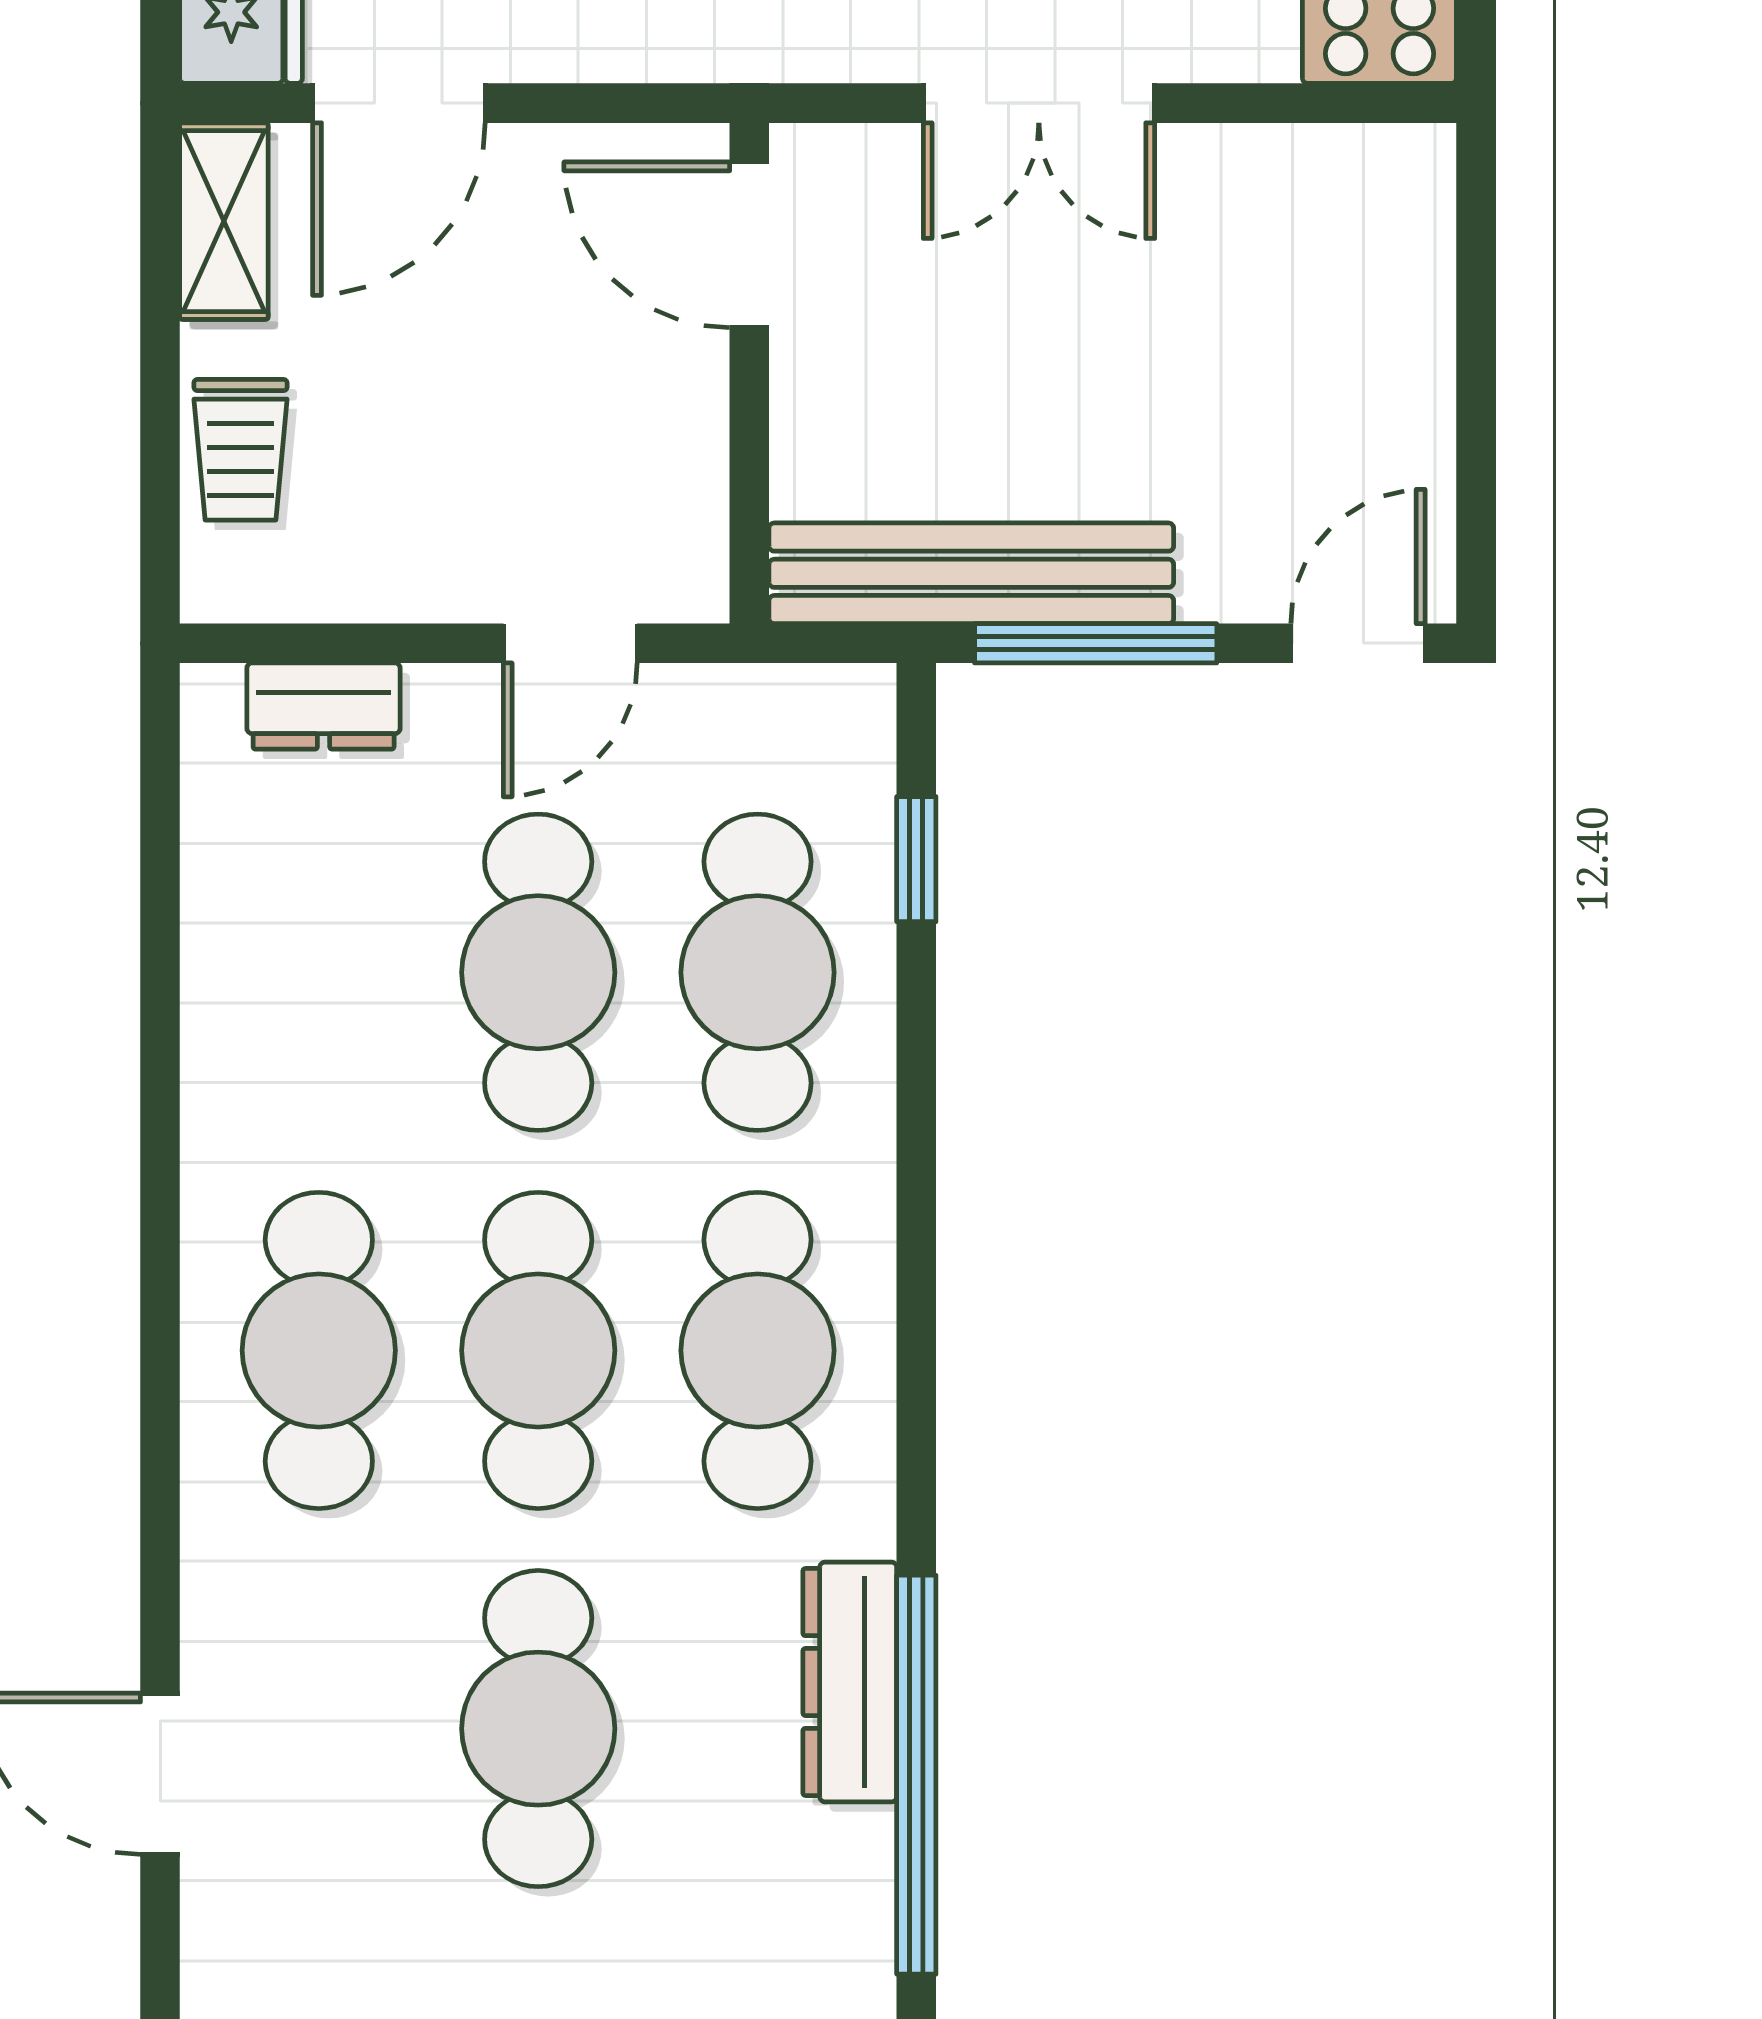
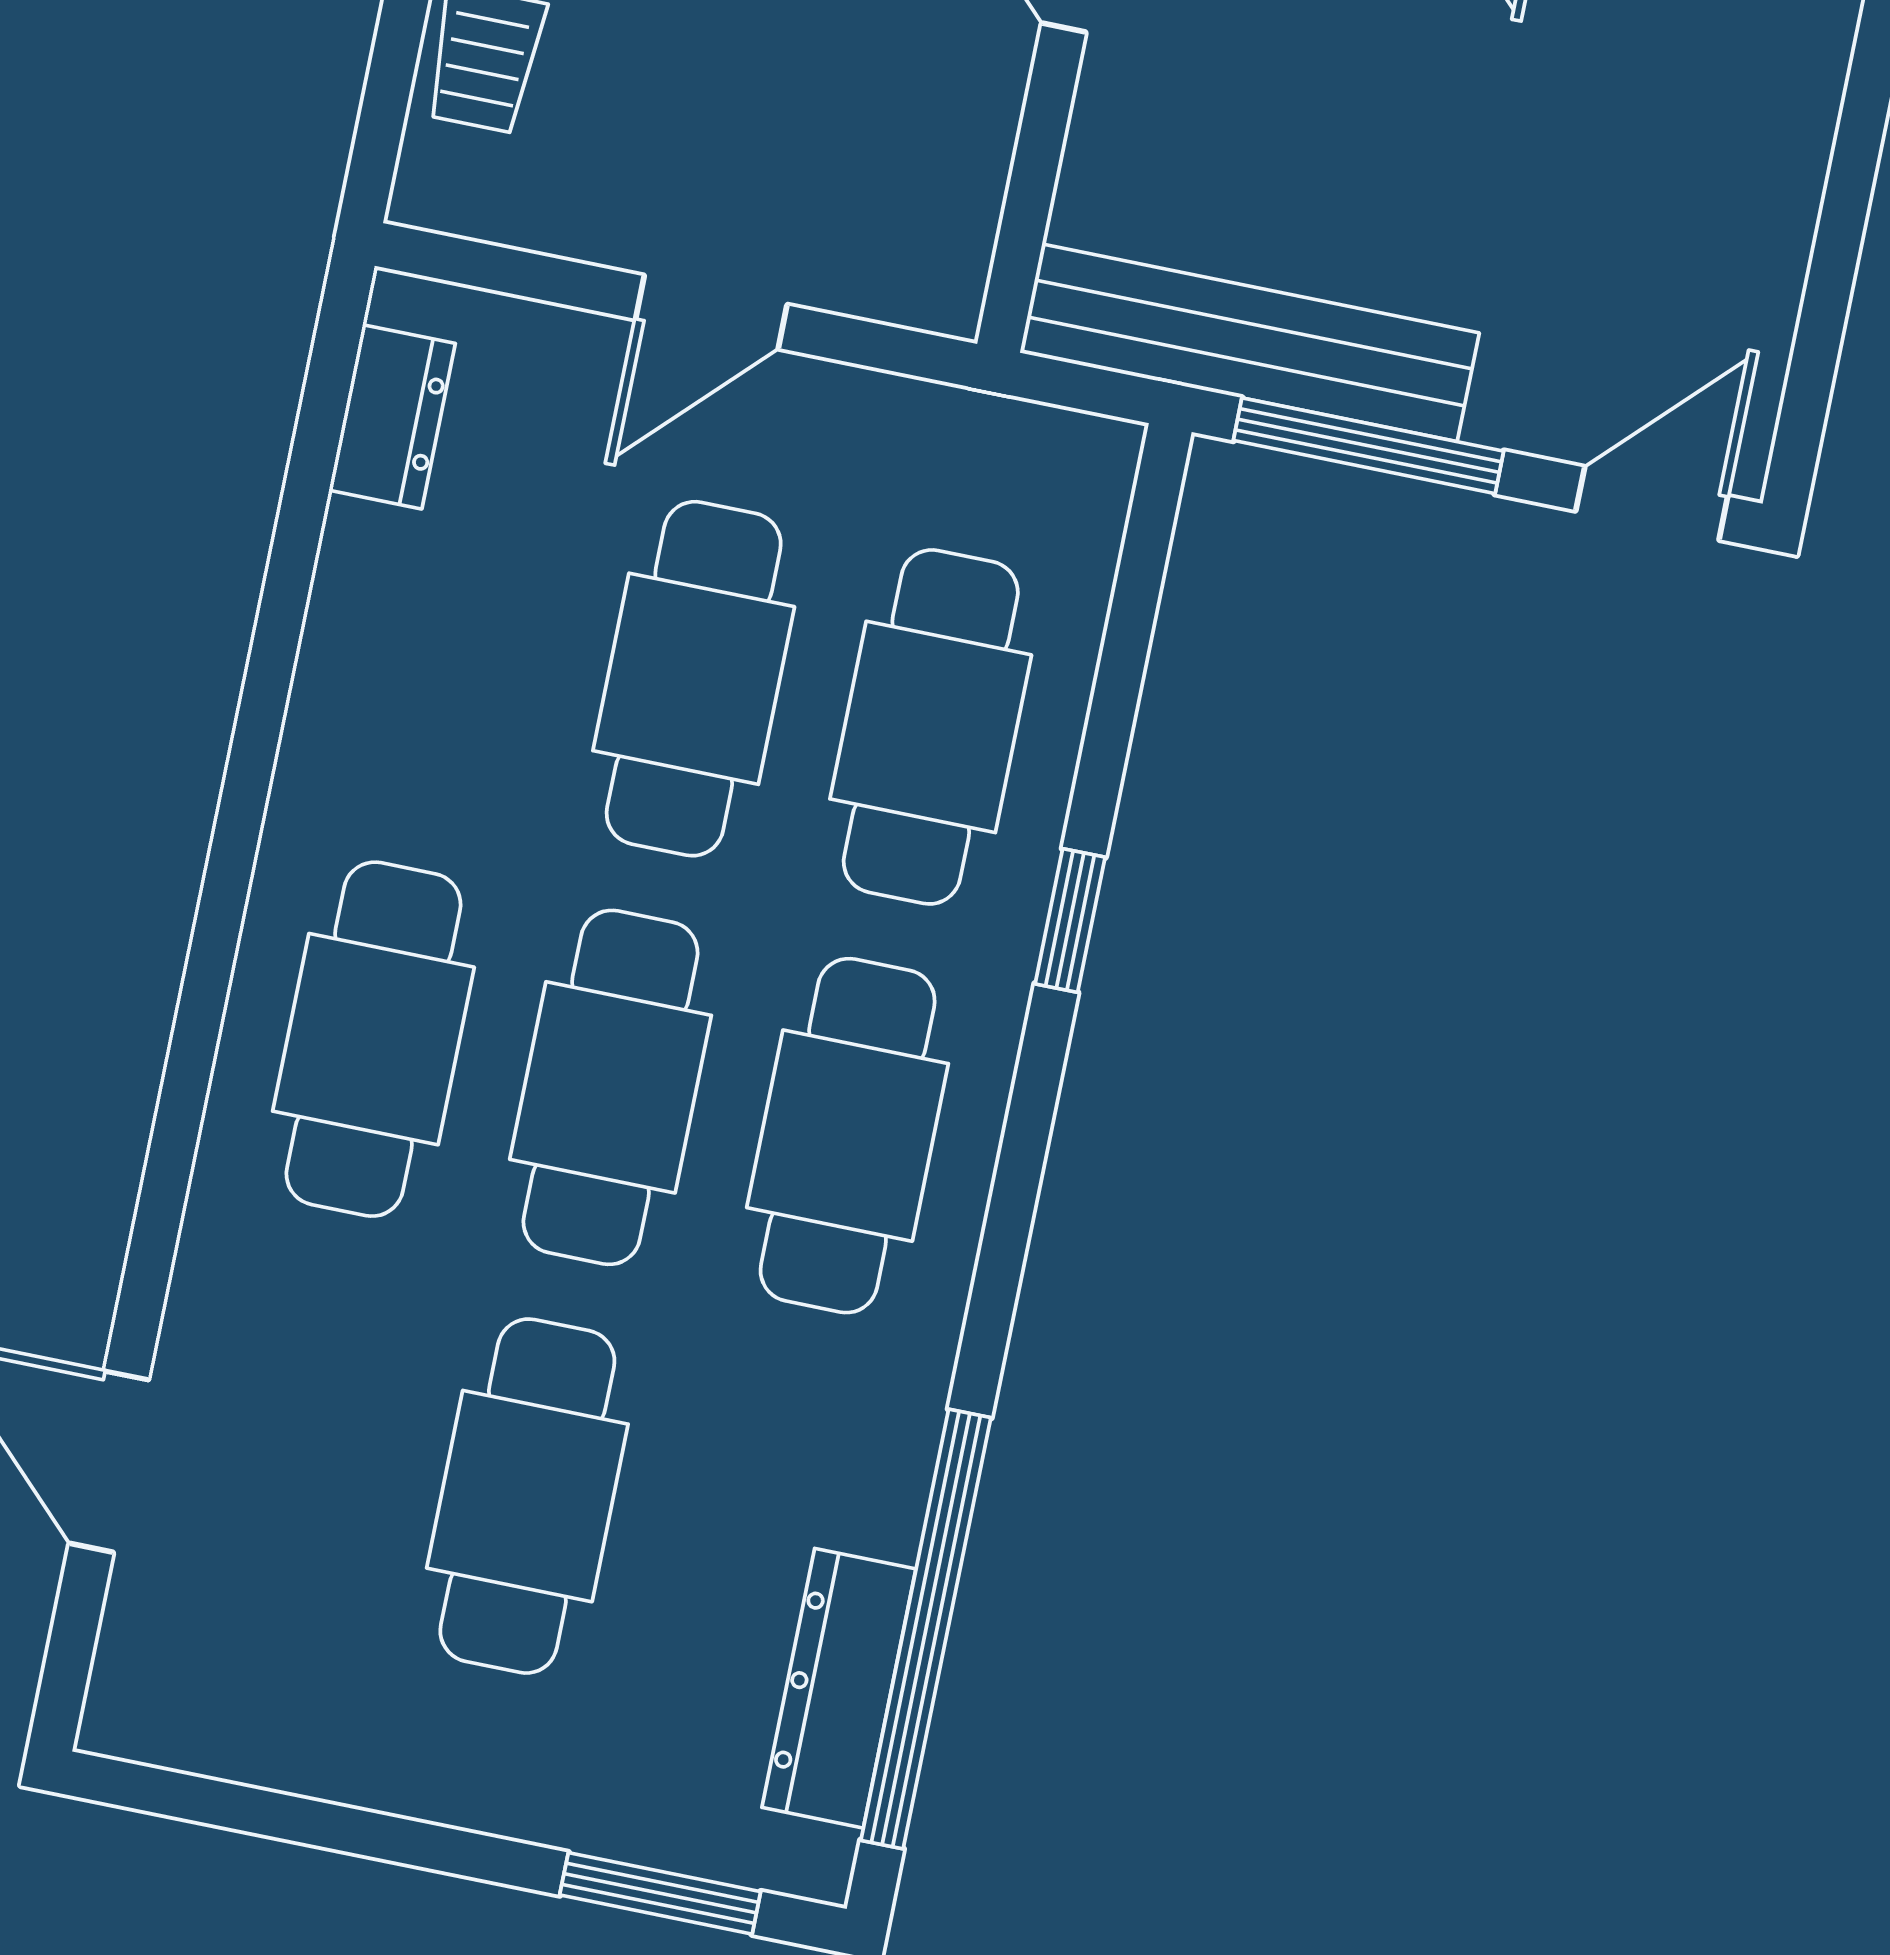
door: (570, 643) -> (711, 312), moved
dresser: (324, 706) -> (392, 417), moved, turned -90
window: (916, 859) -> (1070, 920), moved
dresser: (850, 1682) -> (839, 1688), moved

